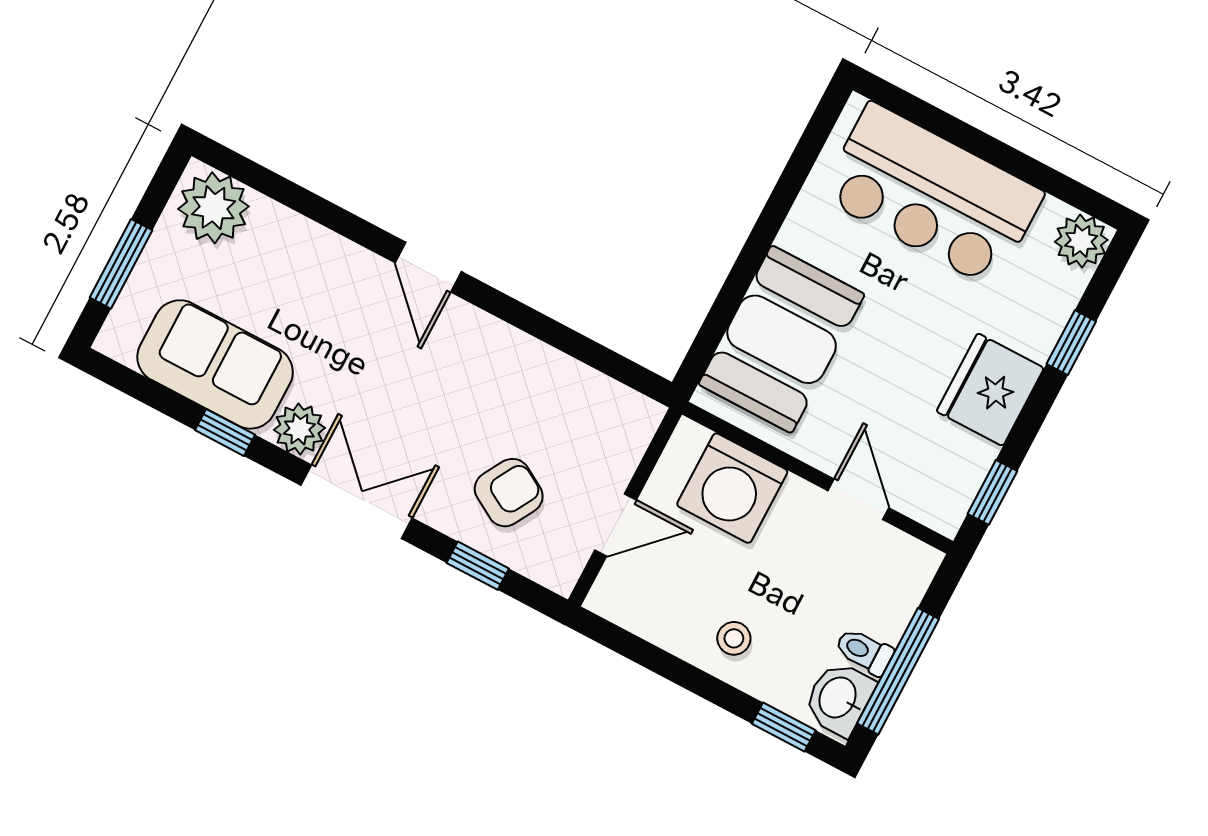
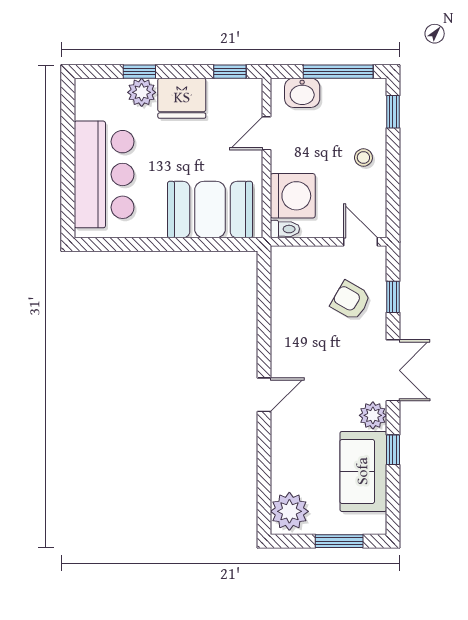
plant: (1081, 241) -> (142, 92), moved
double door: (356, 502) -> (393, 370), swing flipped
door: (615, 525) -> (361, 242), moved
toilet: (864, 651) -> (285, 229), moved, turned -90
washbasin: (839, 698) -> (302, 93), moved

